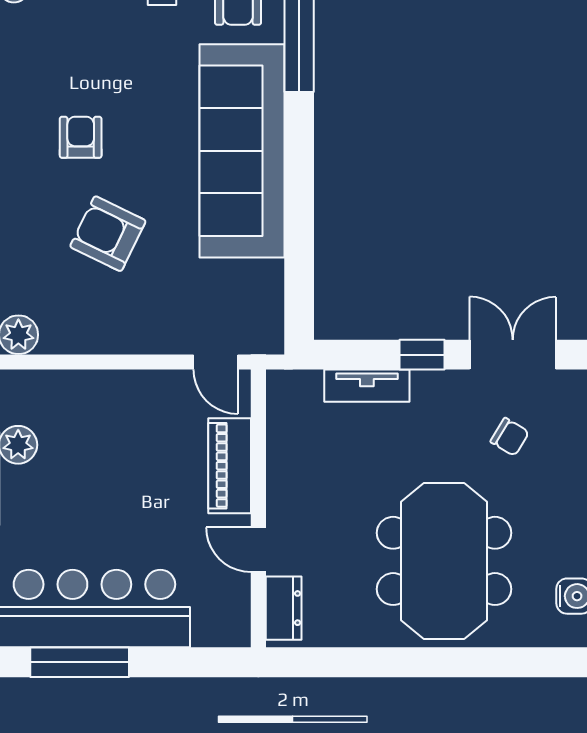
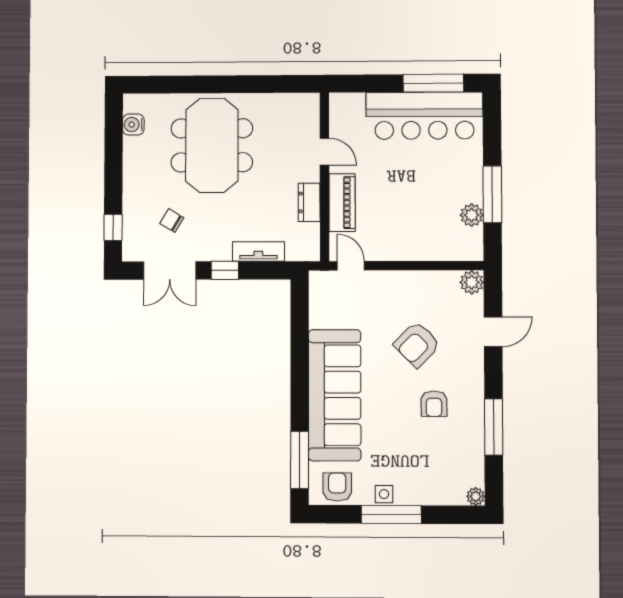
armchair: (108, 234) -> (417, 344), turned 109
dresser: (284, 608) -> (309, 202), moved

